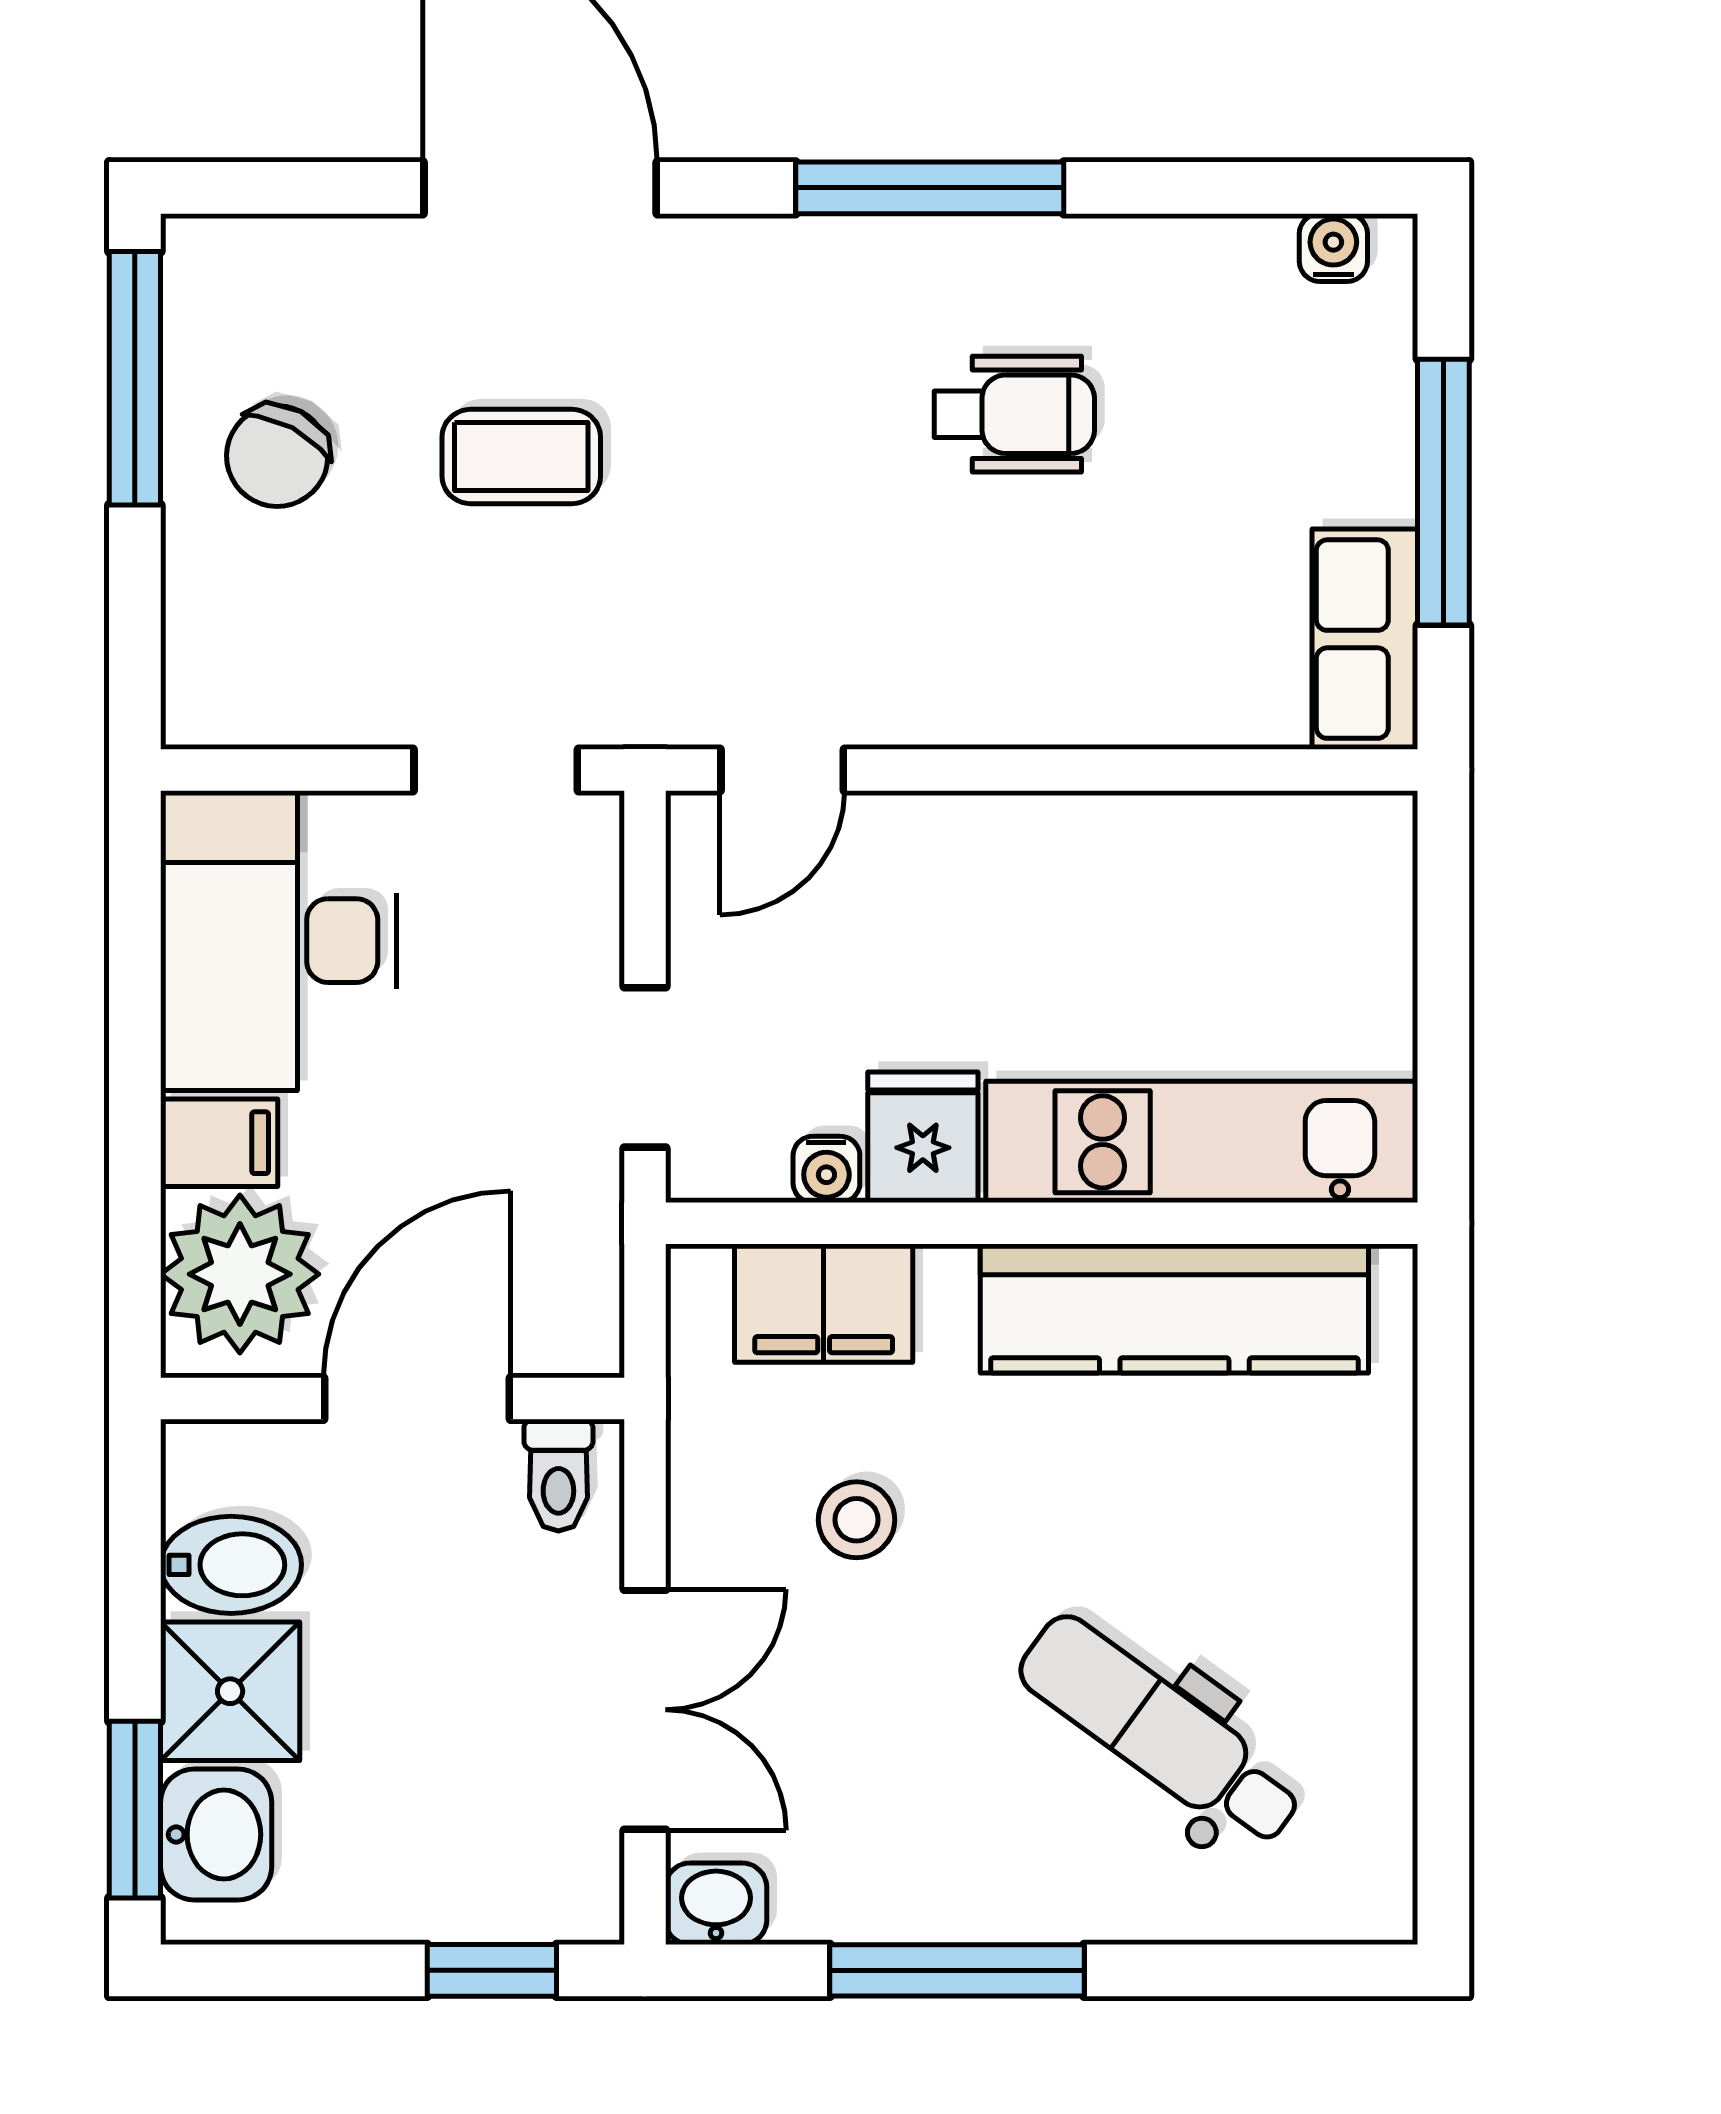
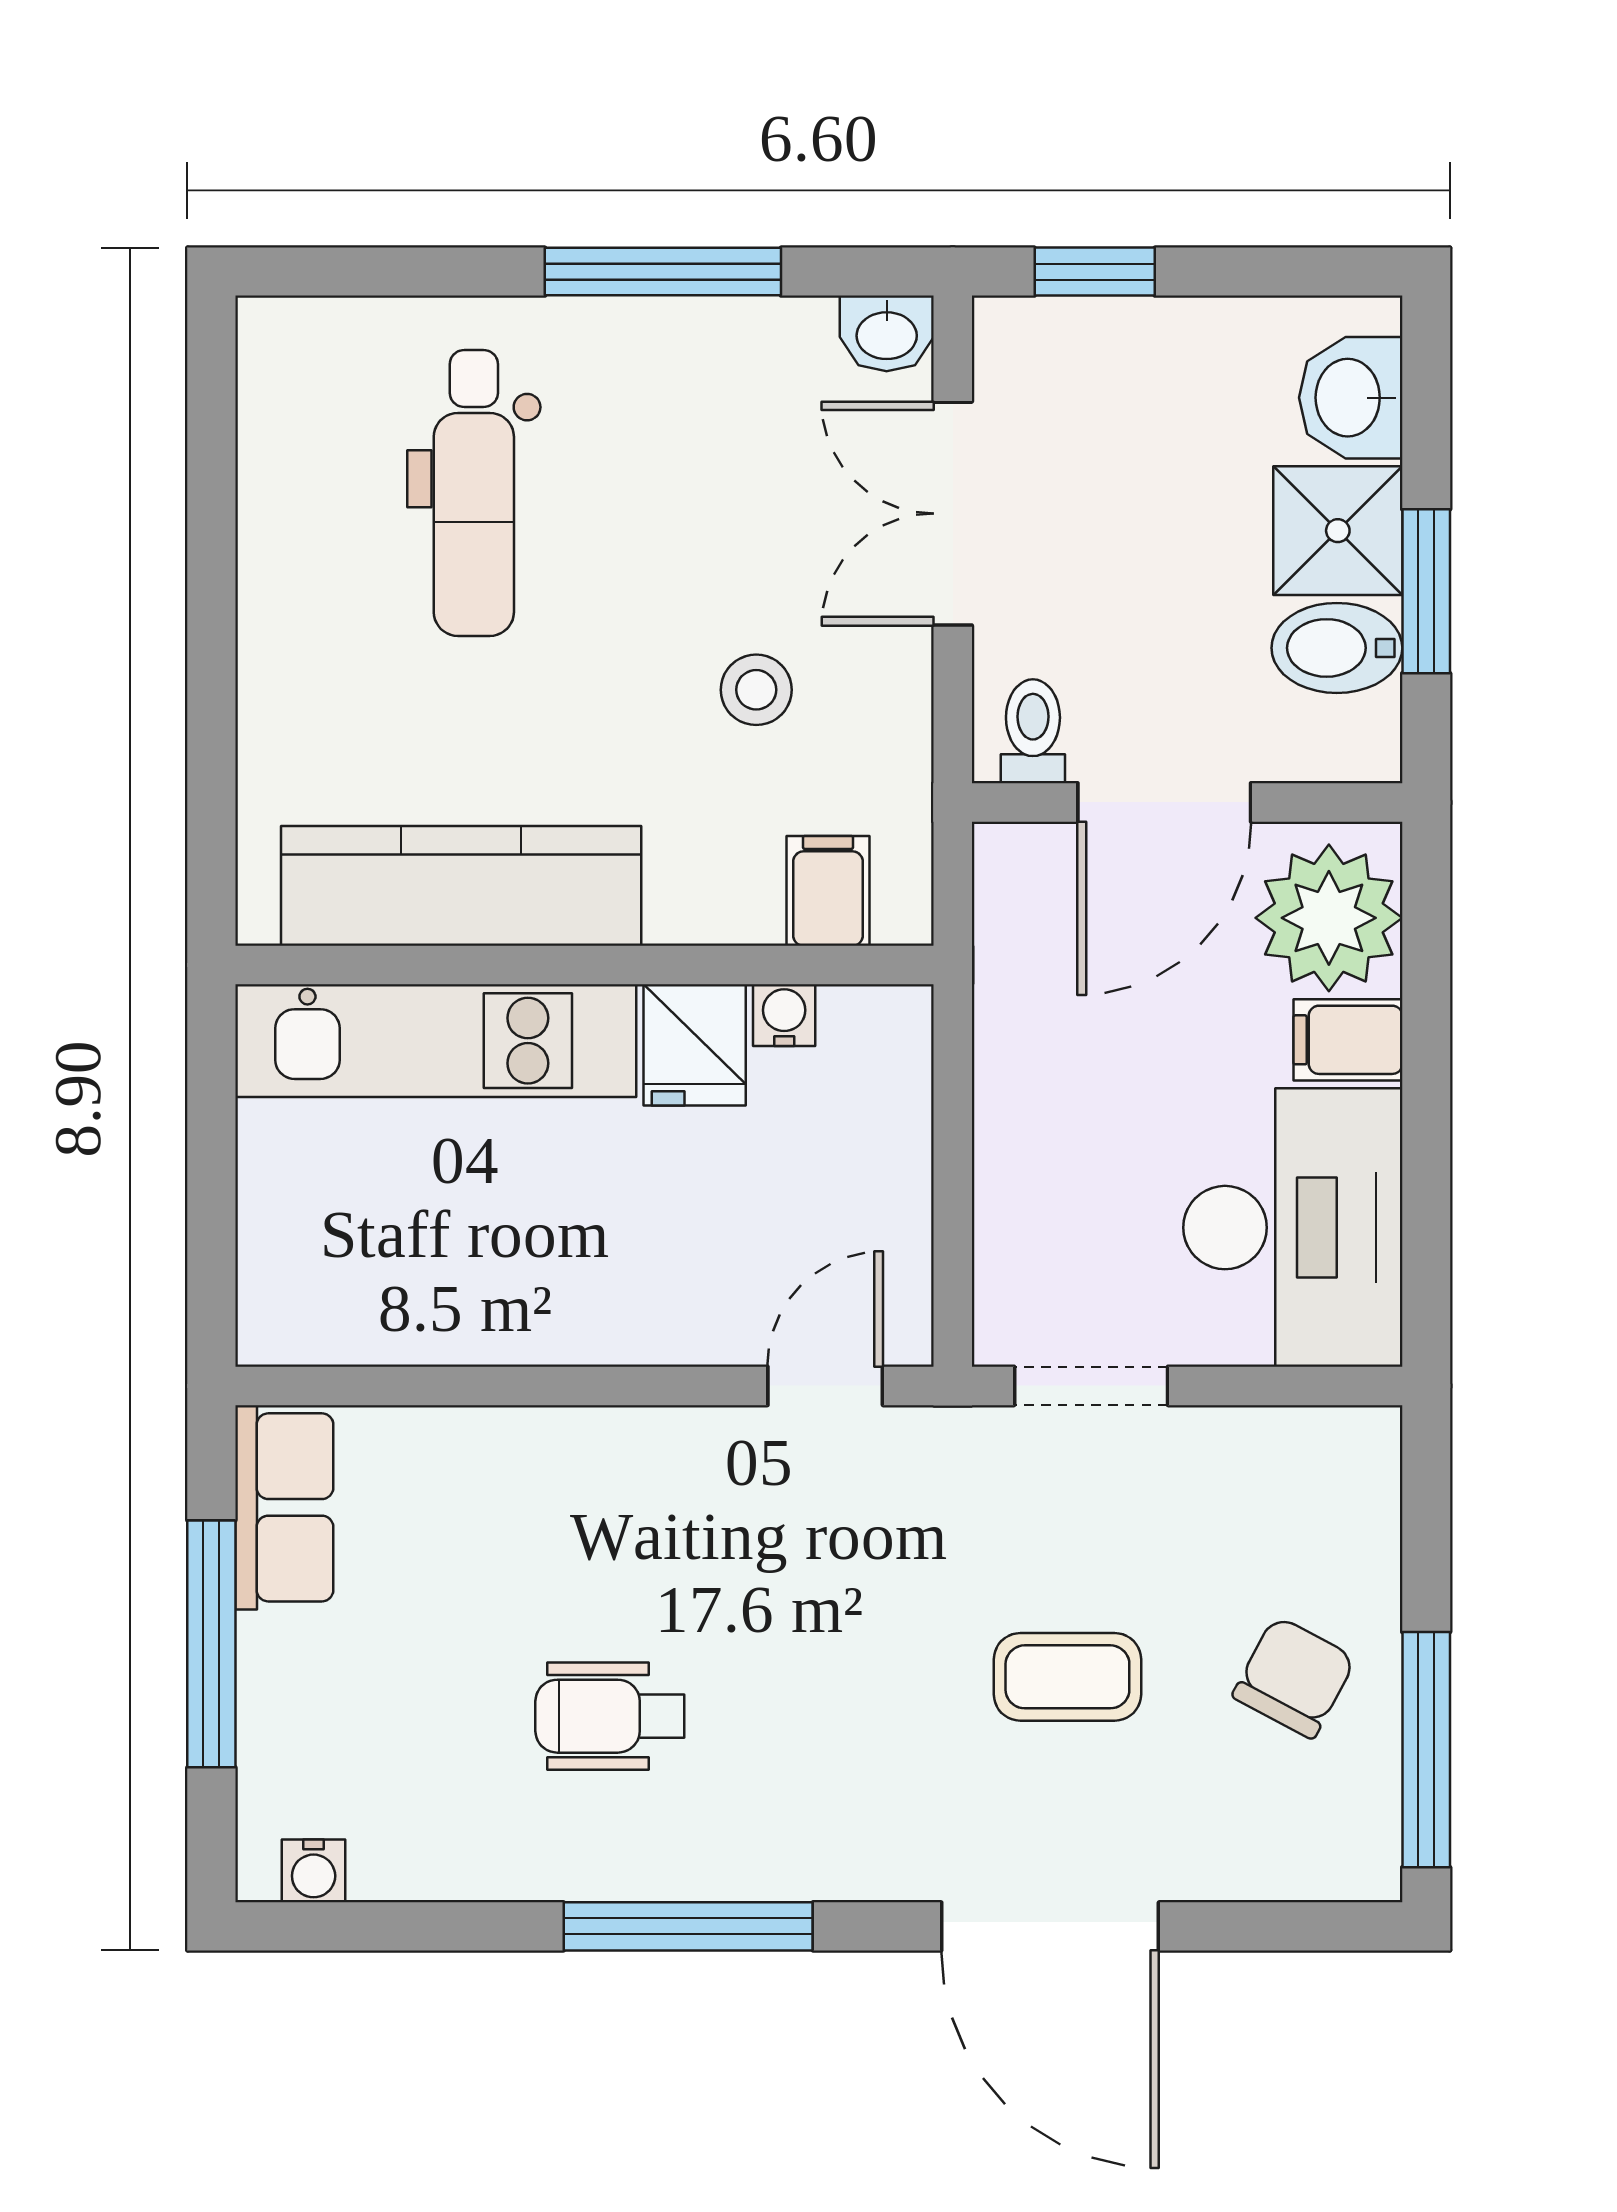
doorway: (645, 1067) -> (953, 1110), removed
filing cabinet: (824, 1303) -> (828, 891), width x0.50
dental chair: (1161, 1732) -> (474, 493), turned 54
window: (135, 1810) -> (1426, 591), moved

